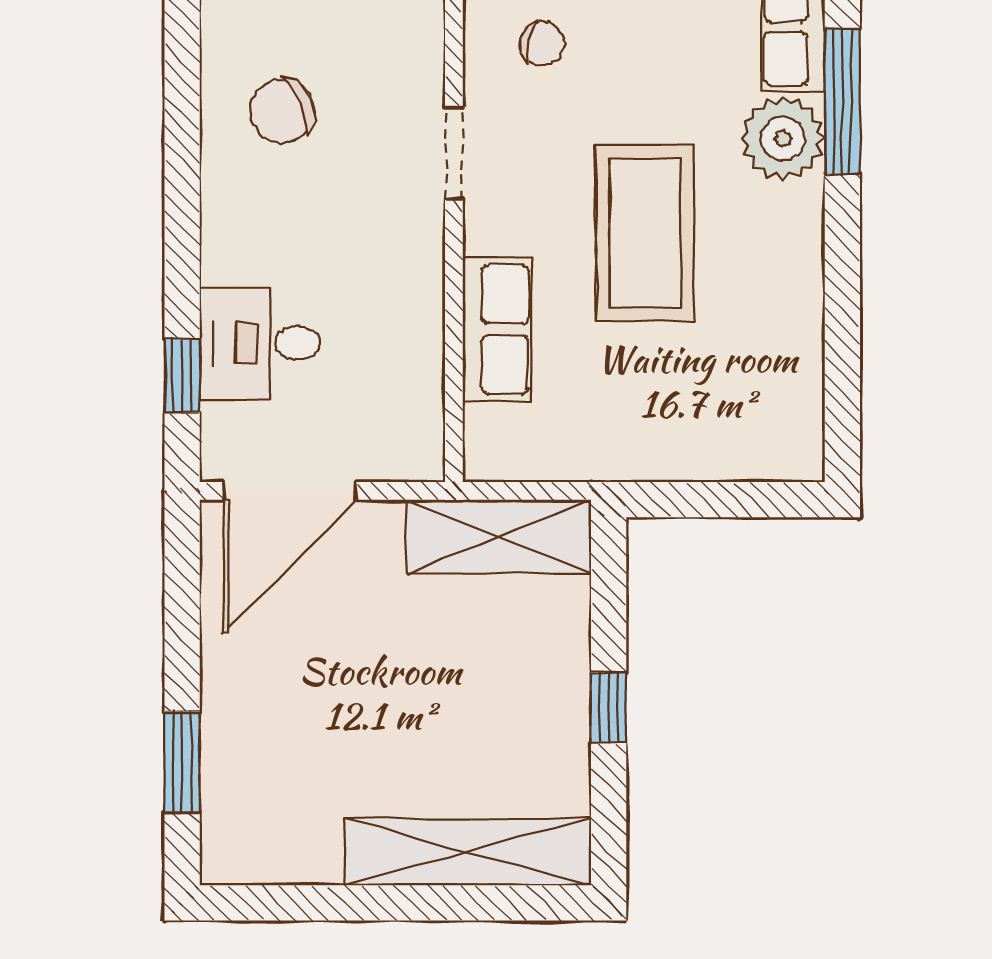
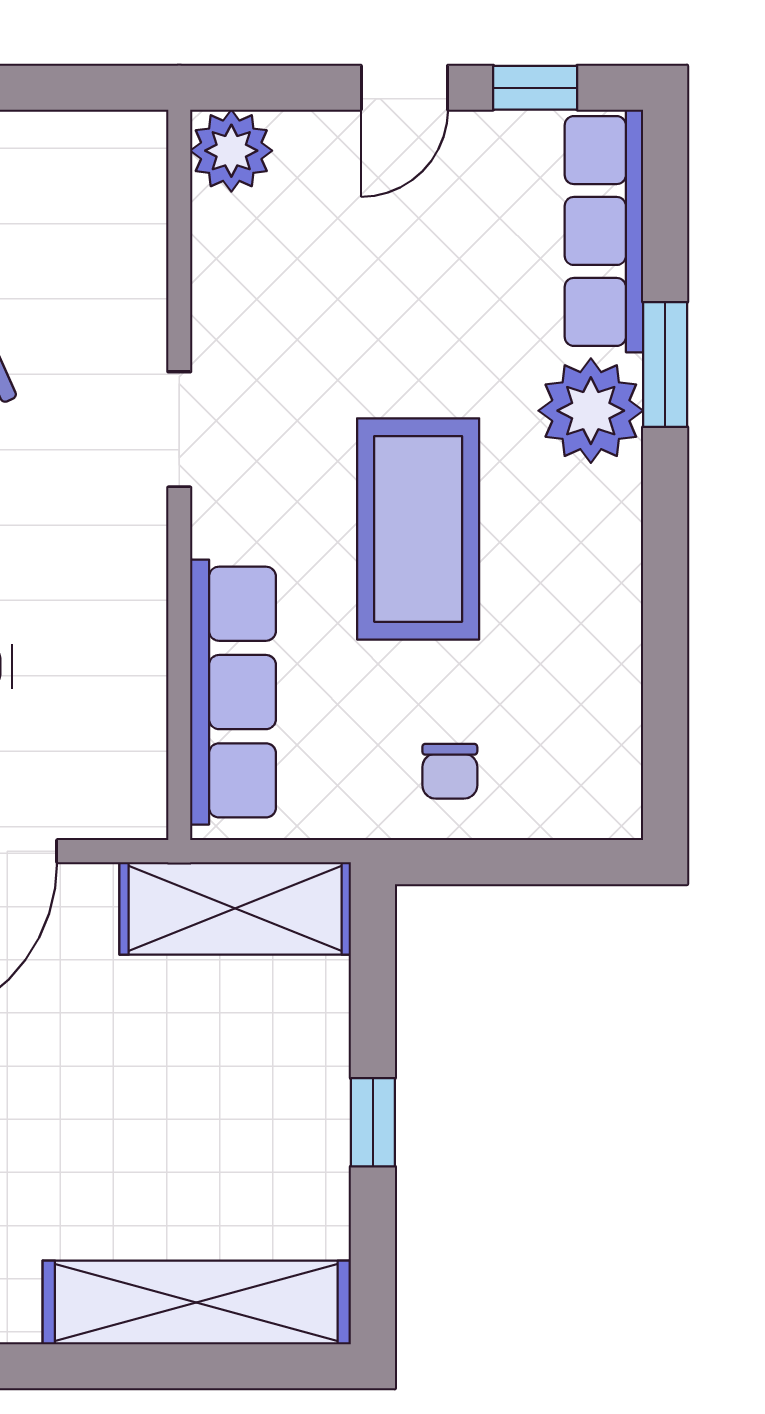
chair: (542, 43) -> (450, 771), moved, turned 77
window: (842, 102) -> (665, 364), width x0.69
row of seats: (497, 329) -> (233, 692), width x1.48

